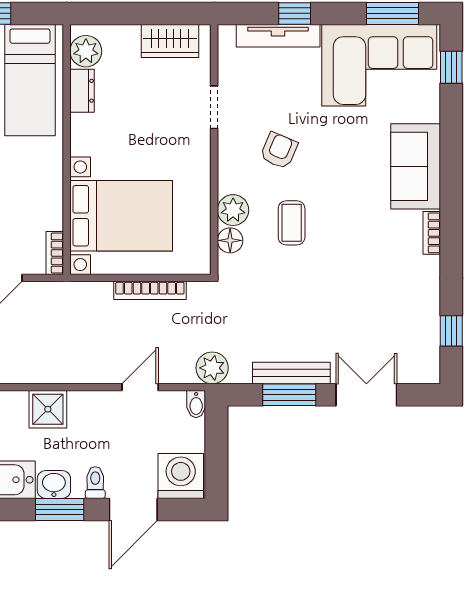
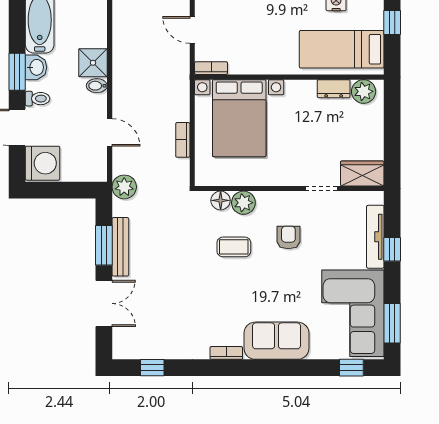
wardrobe: (170, 41) -> (362, 173), moved, turned 90
armchair: (279, 151) -> (288, 237), turned -113
bookcase: (150, 290) -> (183, 140), width x0.64
bidet: (196, 404) -> (97, 86), moved

